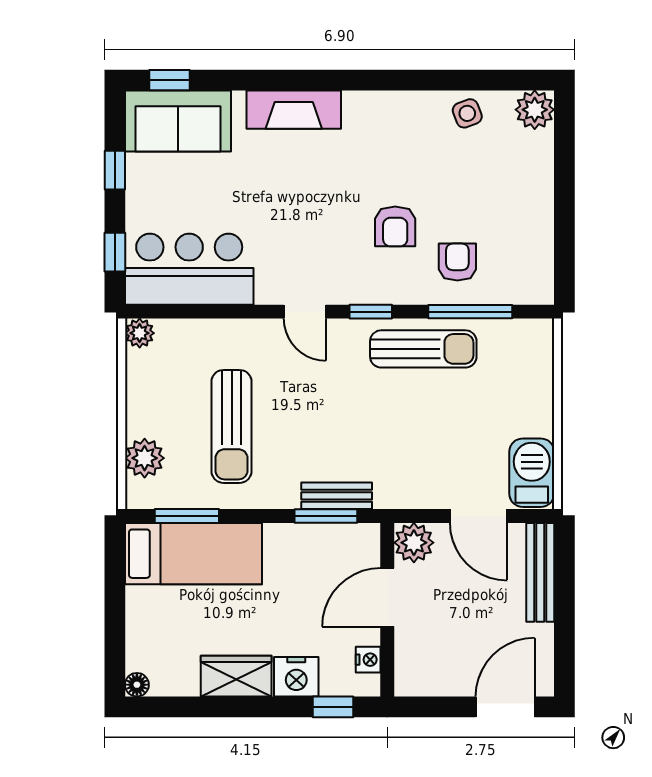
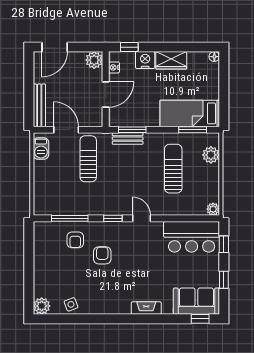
fireplace: (294, 110) -> (146, 308), width x0.73, depth x0.76
sun lounger: (423, 349) -> (88, 159), moved, turned 90
barbecue: (532, 473) -> (41, 149), width x0.73, depth x0.79
plant: (414, 543) -> (94, 60), moved

